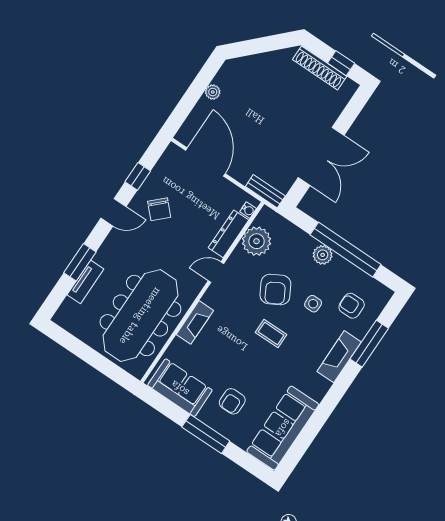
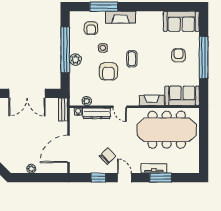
double door: (321, 156) -> (27, 93), swing flipped
plant: (257, 241) -> (87, 101), width x0.53, depth x0.53
tv unit: (85, 282) -> (154, 168), moved
armchair: (275, 289) -> (108, 71), turned 119
sofa: (180, 388) -> (182, 96), moved, turned 90
armchair: (232, 401) -> (179, 55), turned -90
sofa: (283, 428) -> (181, 21), width x0.73
window: (206, 434) -> (204, 57), width x1.46

